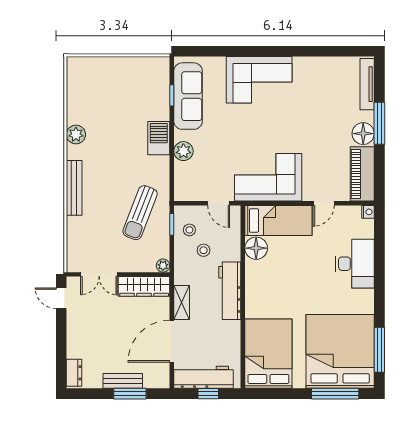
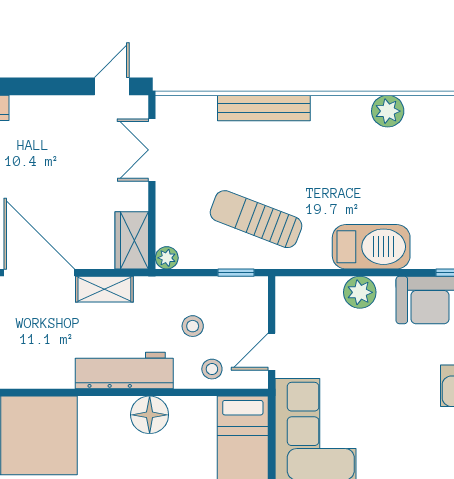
barbecue: (159, 138) -> (371, 247), width x1.37, depth x1.21
bench: (74, 188) -> (264, 108), moved
stool: (189, 230) -> (212, 369), moved
floor lamp: (256, 248) -> (150, 415), moved
wardrobe: (144, 286) -> (132, 240), width x0.67

